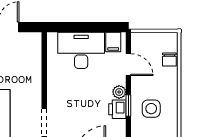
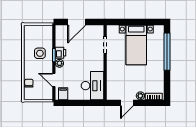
desk: (81, 50) -> (92, 86), moved, turned -90

